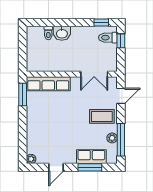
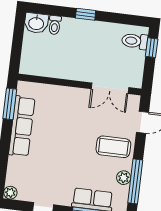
window: (101, 23) -> (86, 14), moved
washbasin: (62, 33) -> (36, 23), moved
row of seats: (48, 84) -> (22, 126), moved, turned -90

